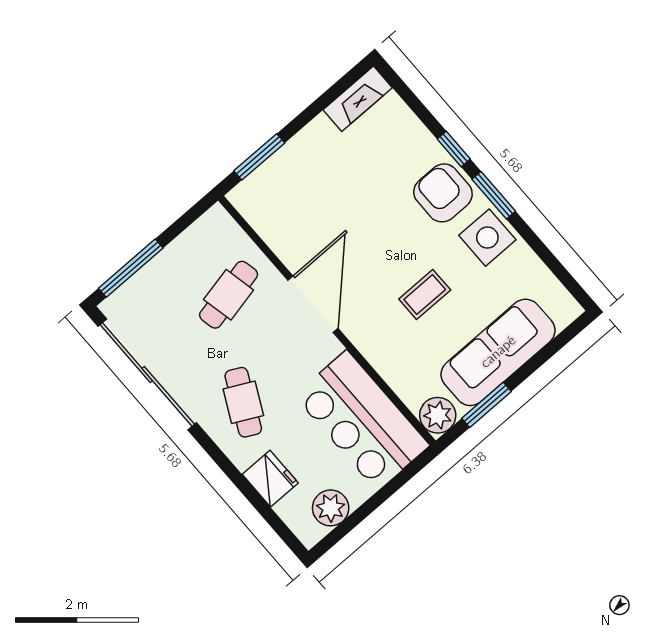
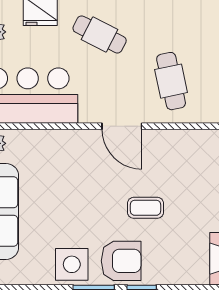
coffee table: (425, 294) -> (146, 208), moved, turned 90
door: (313, 304) -> (122, 126), width x0.73

